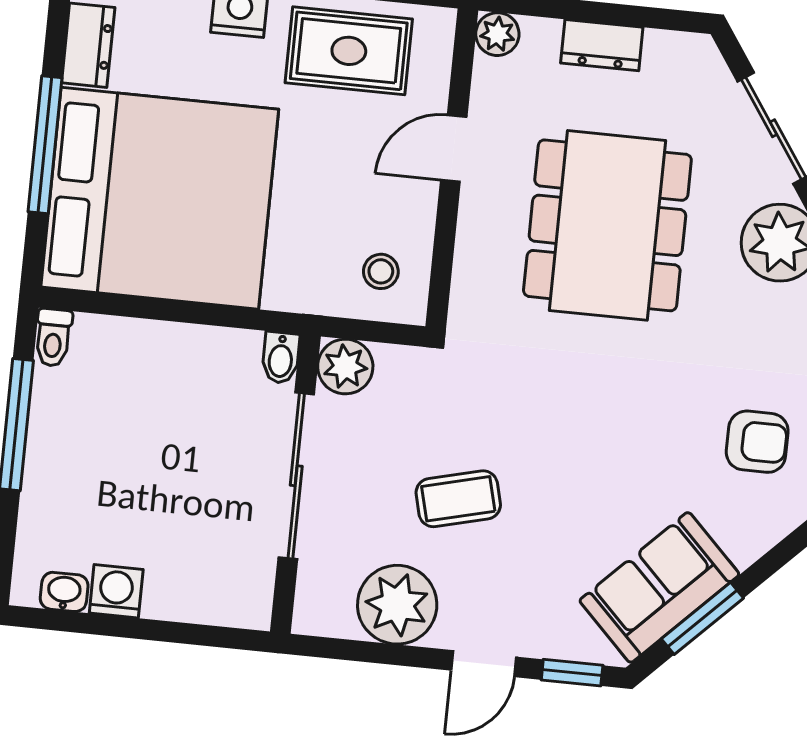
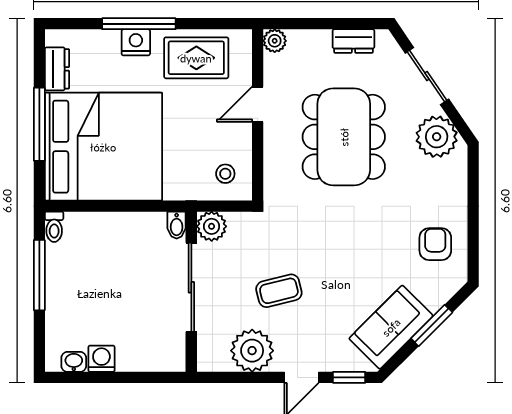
dresser: (602, 45) -> (353, 41), moved
armchair: (757, 442) -> (435, 244), turned -90
window: (702, 618) -> (432, 325), moved

